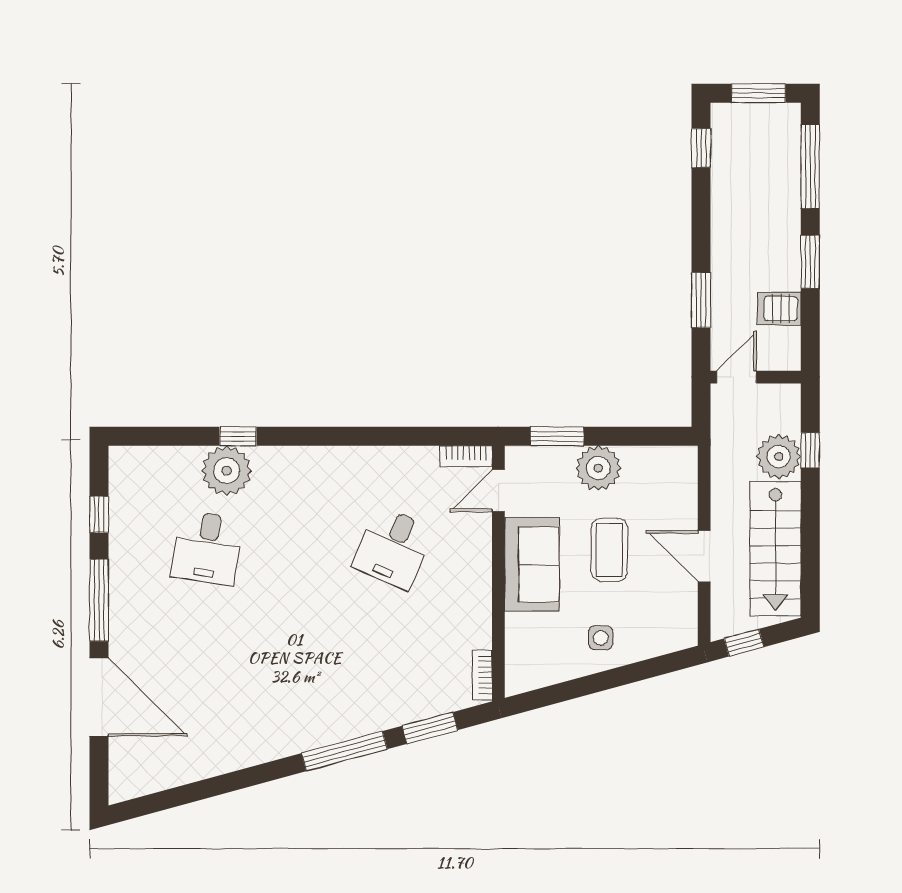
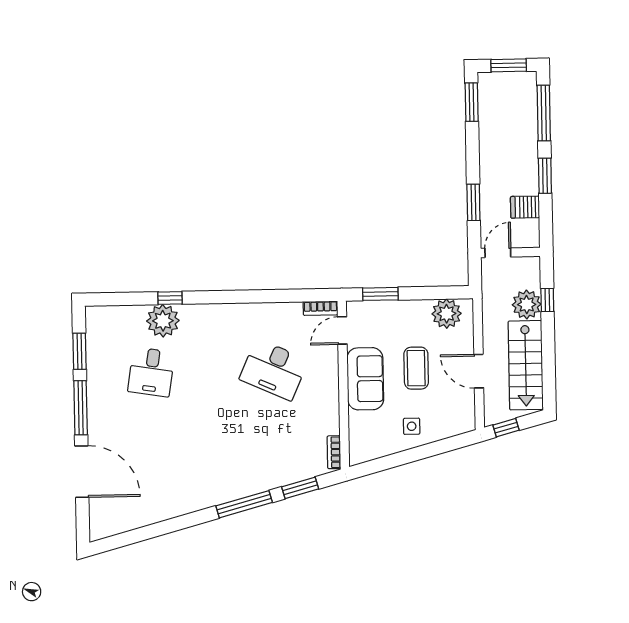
window: (701, 148) -> (472, 102), width x1.50
plant: (598, 468) -> (447, 314), moved
window: (99, 514) -> (80, 351), width x1.50
desk: (393, 548) -> (274, 370), width x1.37

